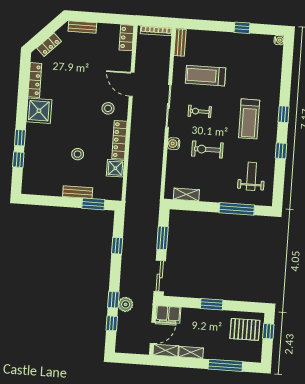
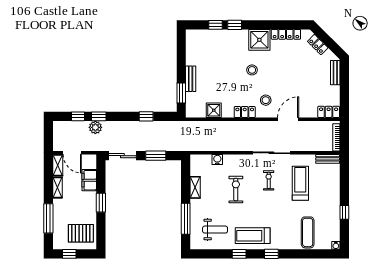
exercise mat: (262, 71) -> (308, 232), added
treadmill: (249, 119) -> (253, 236), moved
locker: (119, 140) -> (245, 112), width x0.66
water cooler: (174, 144) -> (217, 160), moved
stool: (78, 154) -> (252, 70), moved
shelving: (186, 195) -> (195, 187), moved
filing cabinet: (168, 314) -> (89, 180), moved
pallet: (245, 329) -> (81, 233), turned 90
window: (268, 331) -> (69, 254), moved

